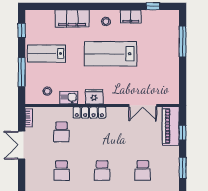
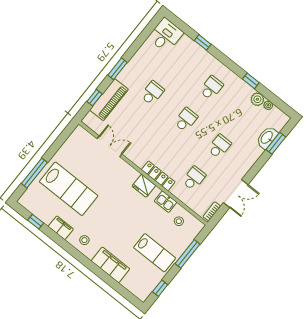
lab bench: (111, 54) -> (69, 189), moved
piano: (171, 126) -> (109, 100), moved

